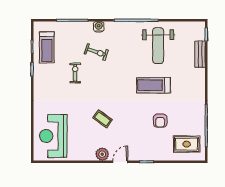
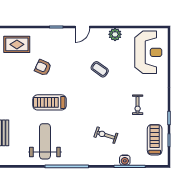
water cooler: (99, 27) -> (125, 160), moved
exercise bike: (75, 73) -> (138, 105), moved
treadmill: (153, 85) -> (50, 102), turned 180
armchair: (160, 121) -> (43, 68), turned -66
plant: (102, 154) -> (115, 34), moved

